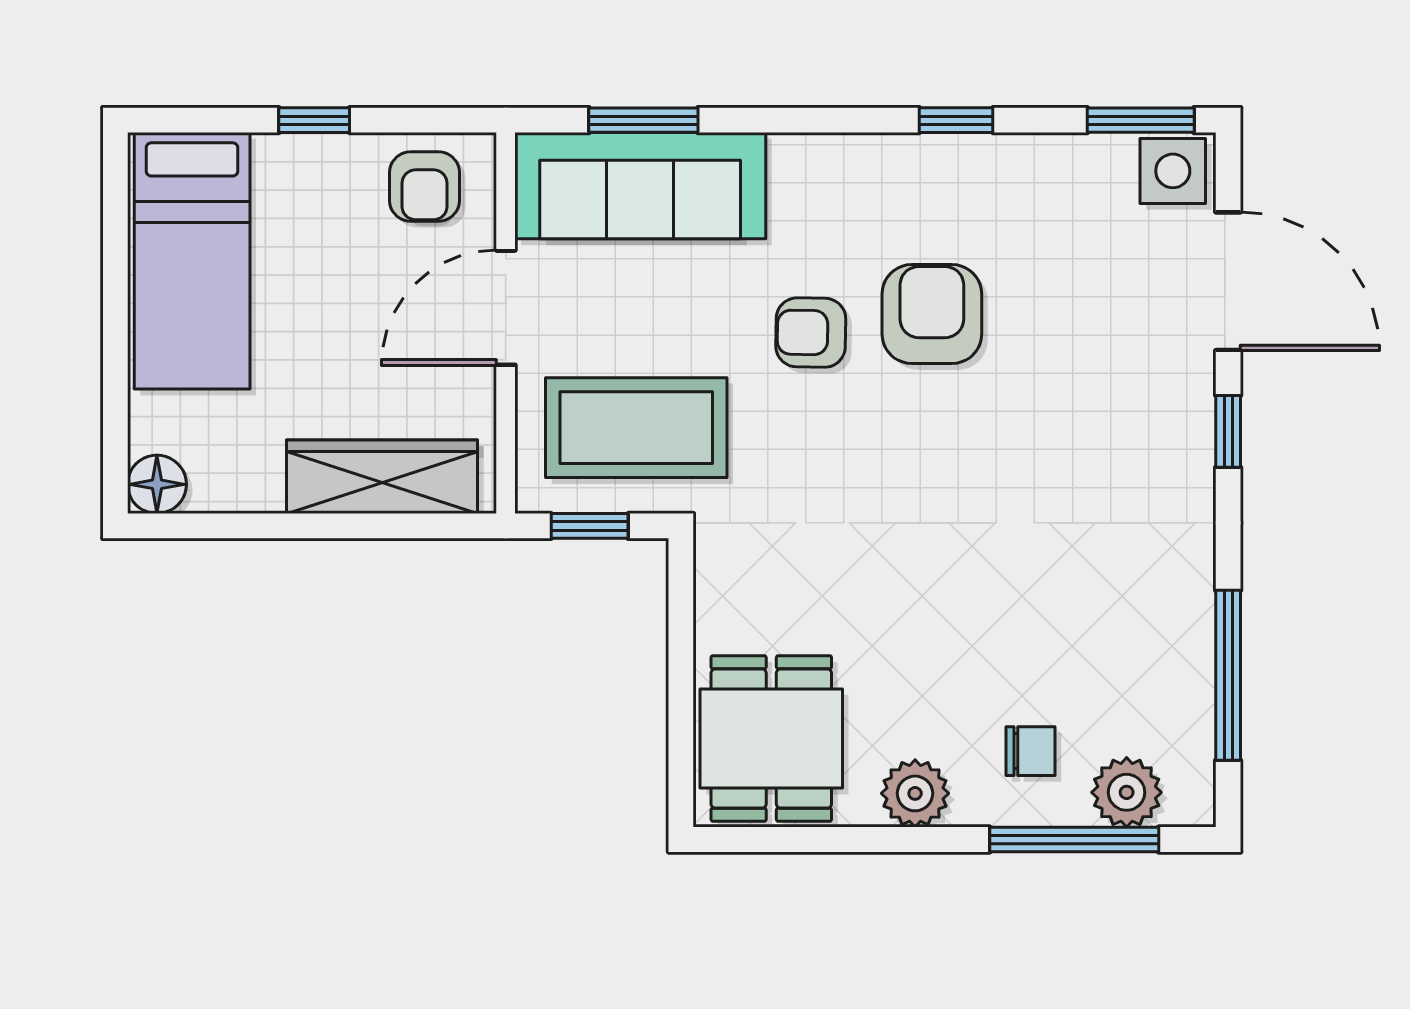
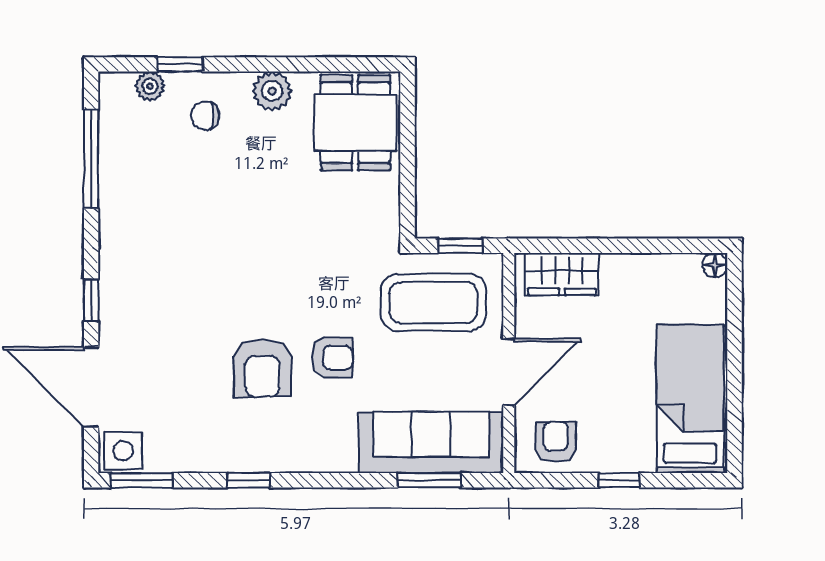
wardrobe: (382, 477) -> (562, 274), width x0.67
floor lamp: (157, 484) -> (715, 265), width x0.73, depth x0.73
plant: (1127, 792) -> (150, 86), width x0.73, depth x0.73
window: (1074, 839) -> (180, 64), width x0.46

